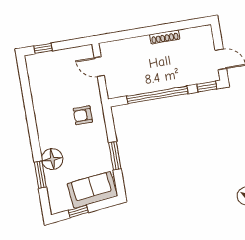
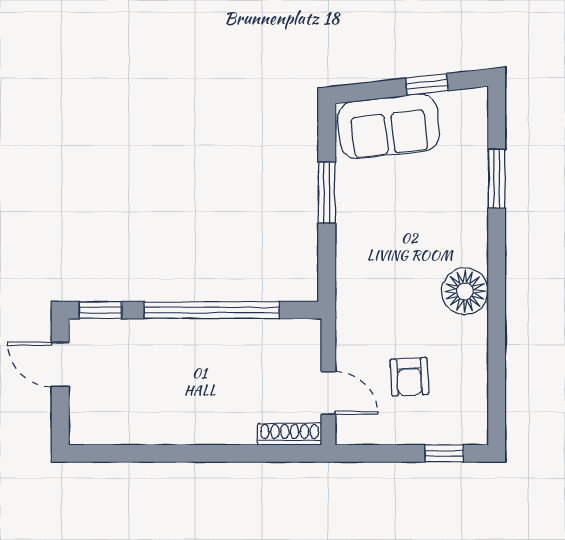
shoe rack: (165, 37) -> (290, 434), moved
armchair: (83, 115) -> (409, 377), moved, turned 87
floor lamp: (52, 159) -> (465, 291), moved

